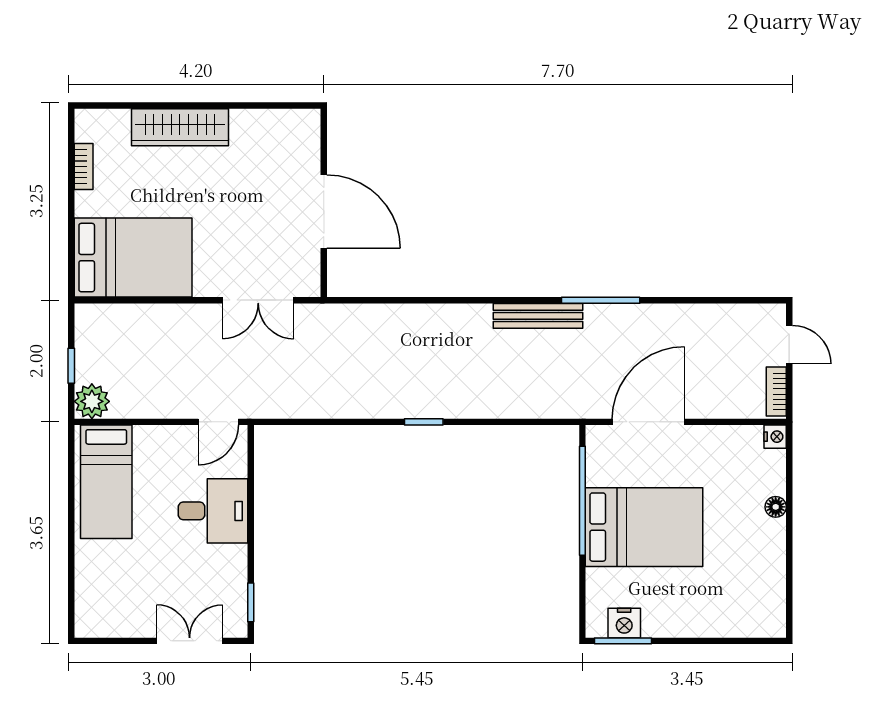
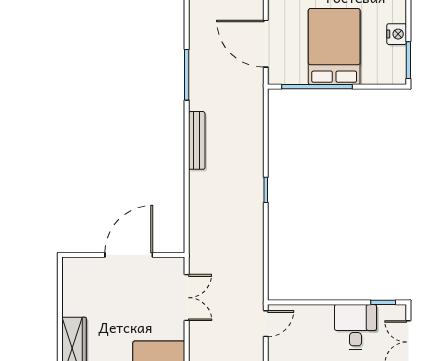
bench: (538, 316) -> (197, 140), moved
door: (218, 422) -> (266, 324), hinge flipped
desk: (213, 511) -> (355, 327), moved
nightstand: (624, 623) -> (397, 34), moved

